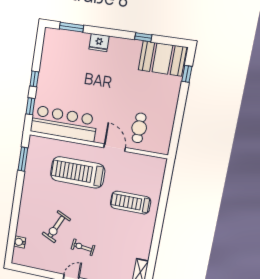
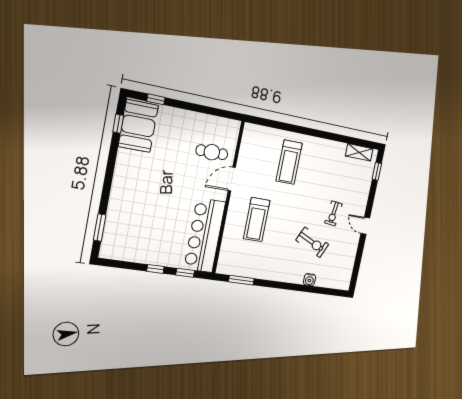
window: (143, 37) -> (118, 124), moved
fridge: (99, 43) -> (118, 196), removed
treadmill: (78, 172) -> (257, 220), width x0.73, depth x0.73
water cooler: (20, 242) -> (309, 280), moved

